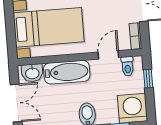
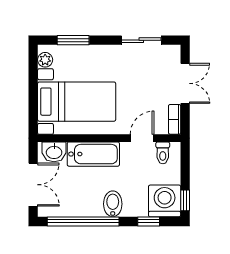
window: (148, 79) -> (185, 200), moved

